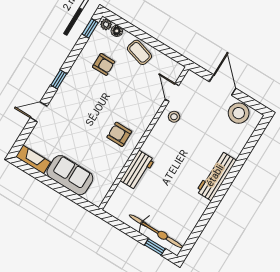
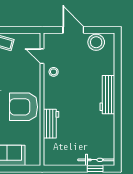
armchair: (119, 134) -> (24, 107), width x1.88, depth x1.88
bicycle: (156, 231) -> (96, 160), width x0.73, depth x0.71

